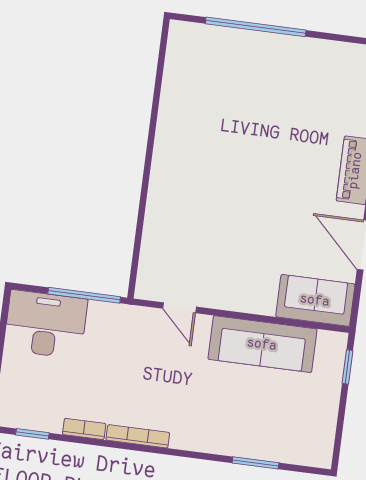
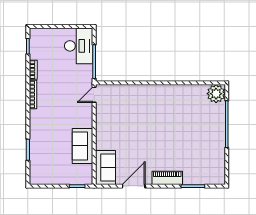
plant: (187, 41) -> (216, 94), added
door: (180, 308) -> (94, 95), moved
sofa: (262, 344) -> (82, 146), width x0.73

